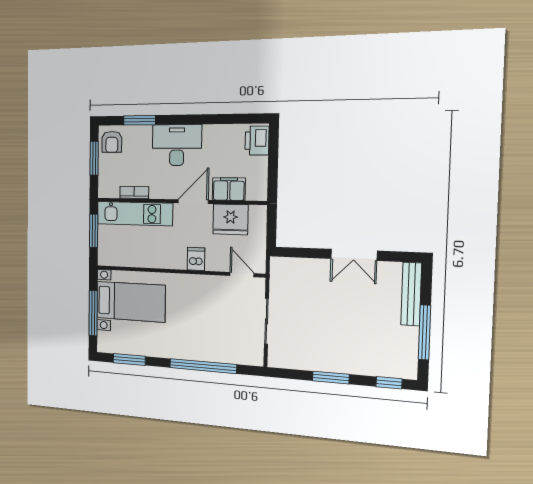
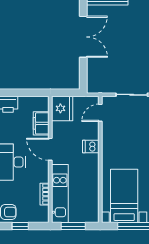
window: (94, 158) -> (20, 226), width x0.67
fridge: (230, 219) -> (62, 108), moved
double door: (354, 255) -> (83, 37), width x1.37

